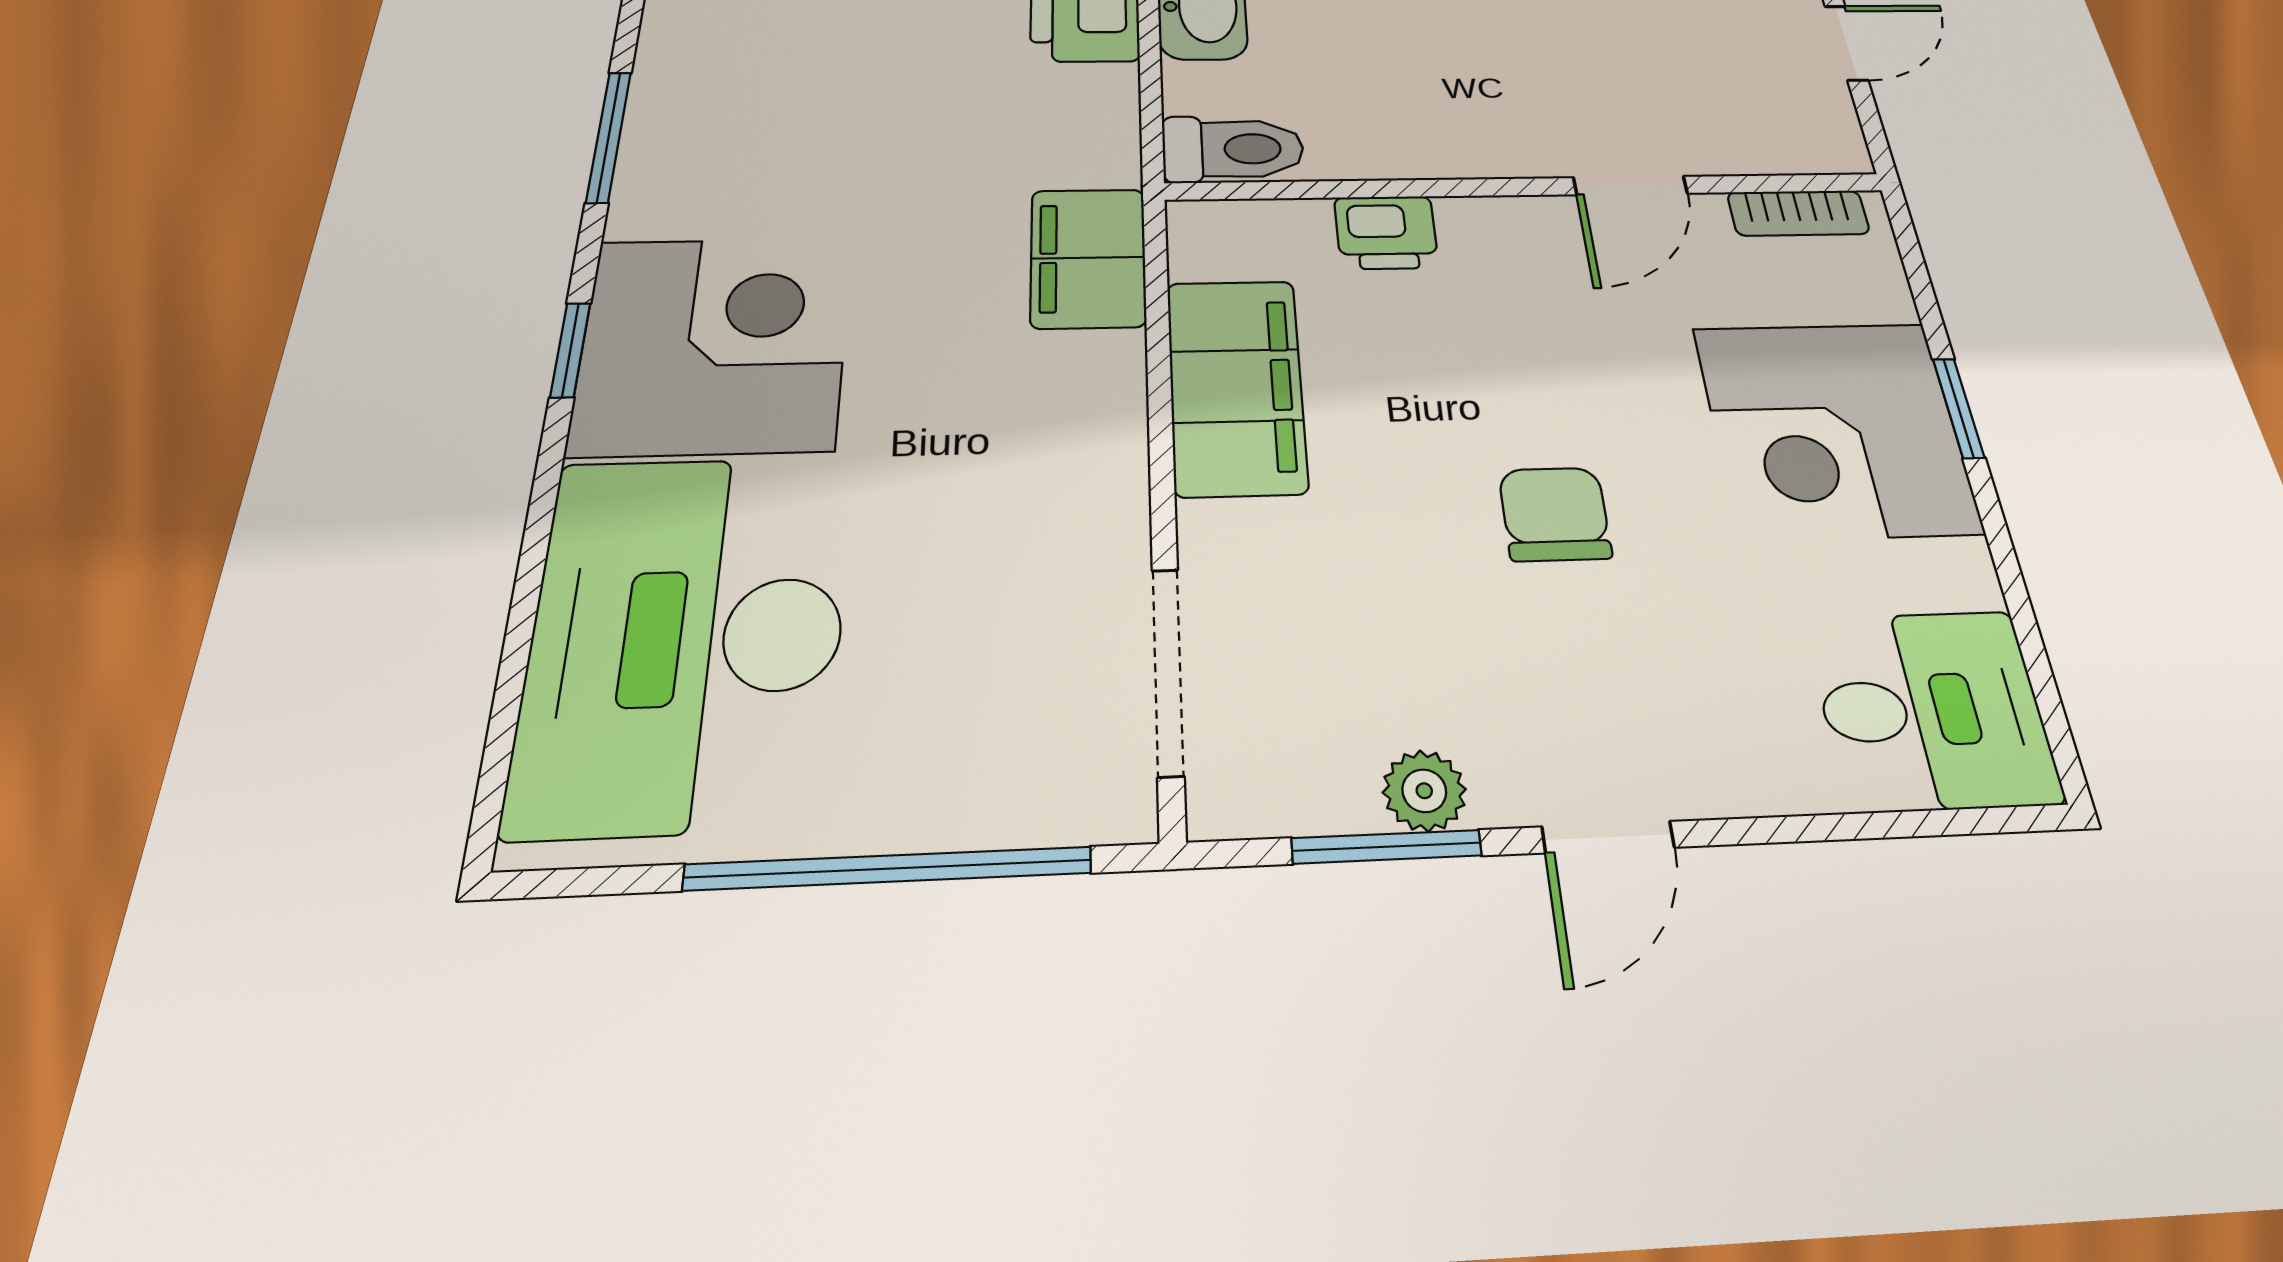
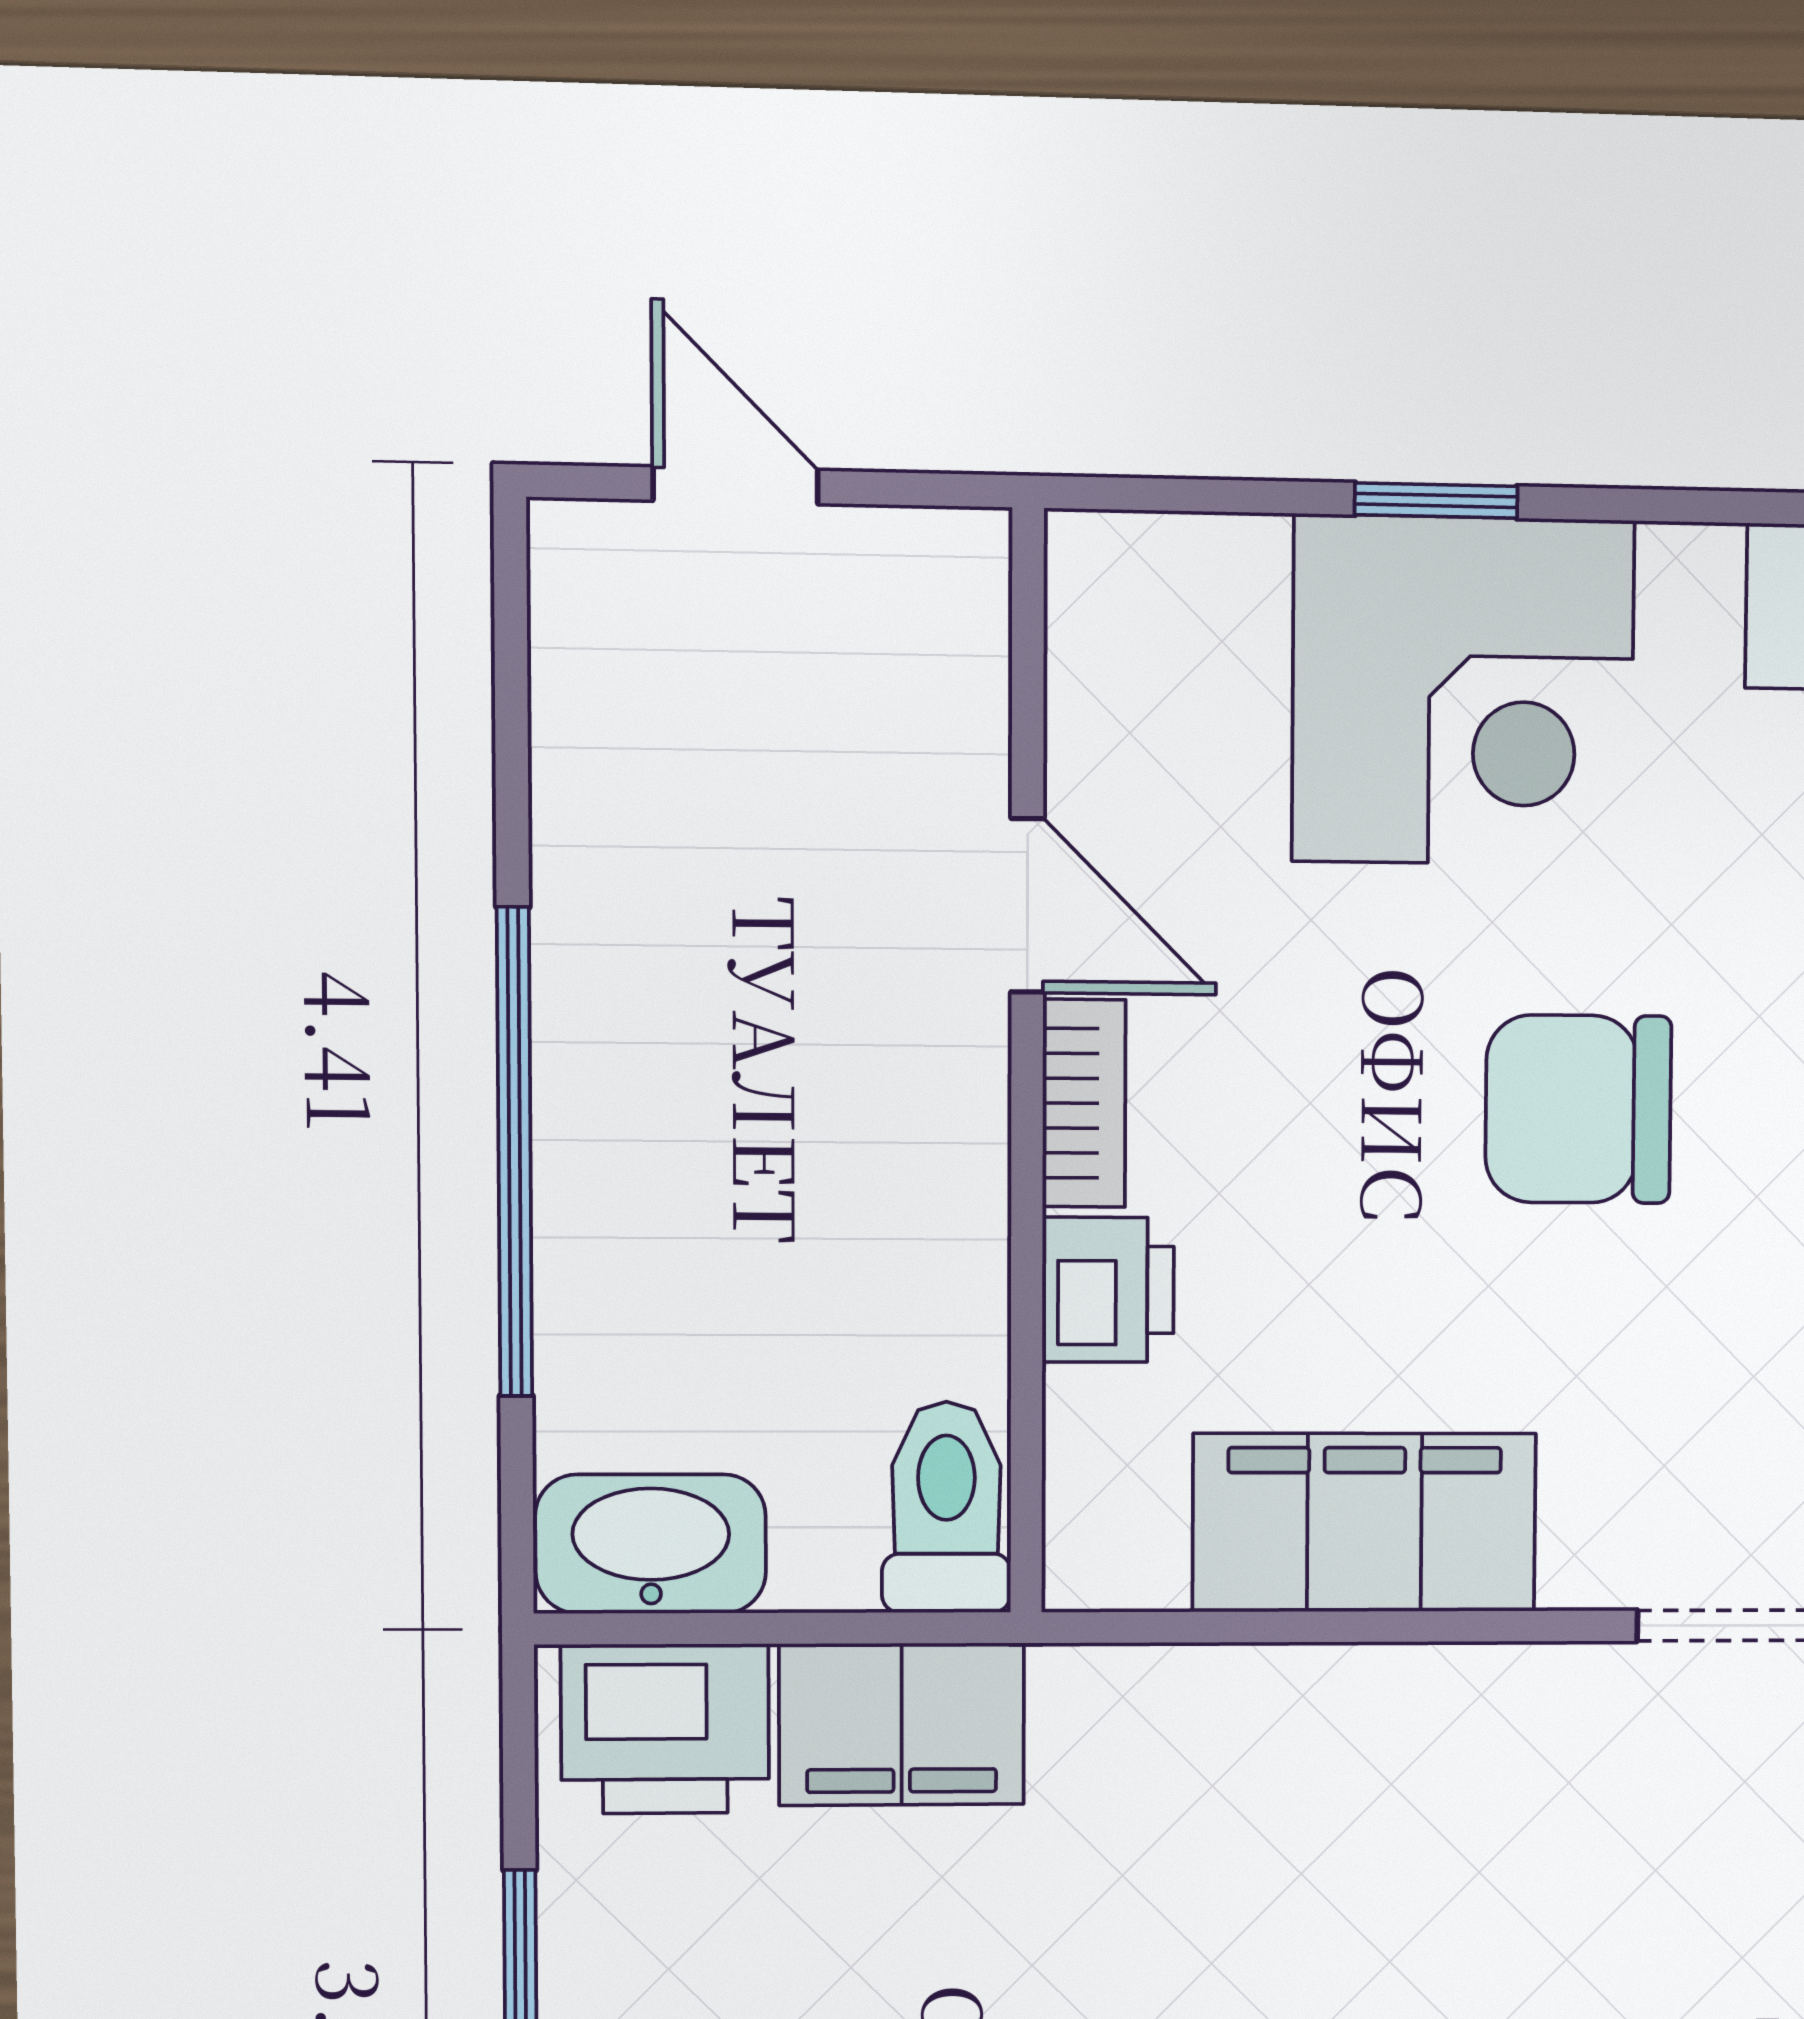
bookcase: (1798, 213) -> (1084, 1103), moved
filing cabinet: (1088, 258) -> (902, 1724), moved
chair: (1555, 514) -> (1578, 1109), width x1.37, depth x1.37

